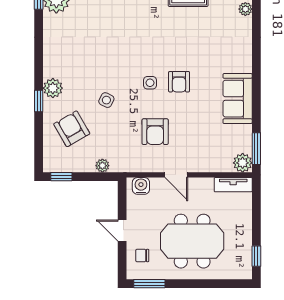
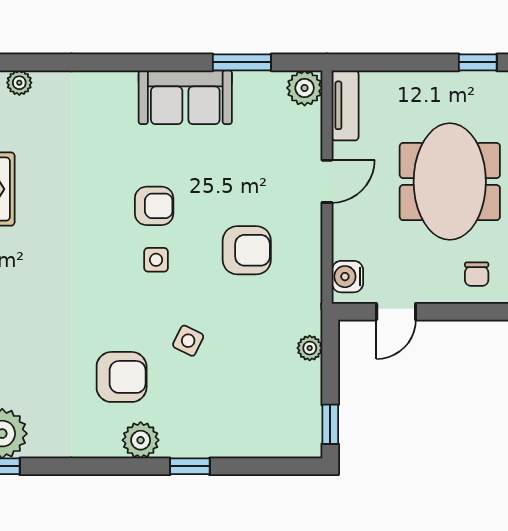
plant: (53, 88) -> (141, 440), moved
armchair: (72, 129) -> (122, 377), moved, turned -150
window: (256, 149) -> (242, 62), moved
door: (176, 175) -> (327, 181), moved
door: (122, 230) -> (396, 312), moved

